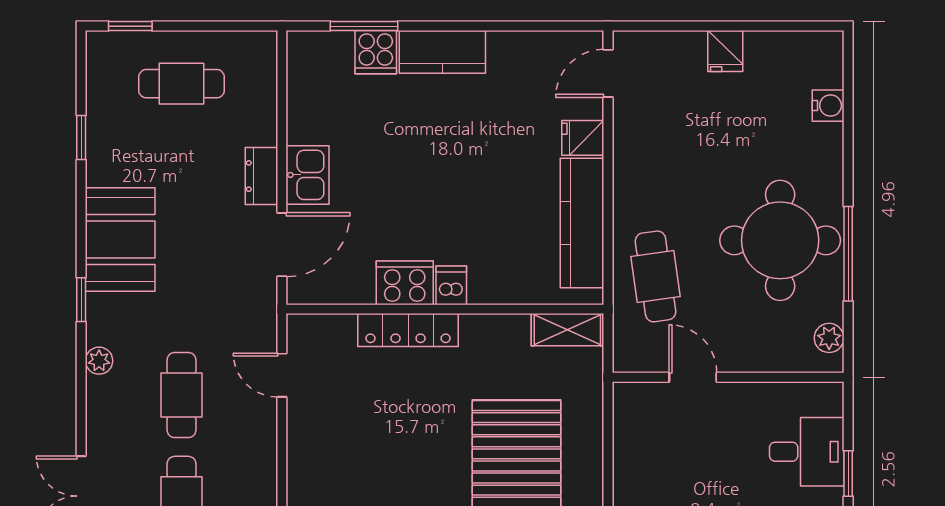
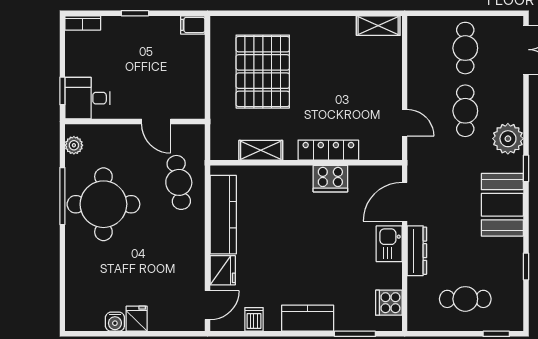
cooker: (376, 52) -> (389, 303), moved, turned -90
water cooler: (828, 106) -> (115, 322), moved, turned -90
fridge: (583, 138) -> (223, 270), width x1.38
dresser: (261, 176) -> (417, 251), width x1.44
dishwasher: (451, 285) -> (254, 319), moved, turned 180
shelving: (567, 330) -> (261, 150), moved
plant: (99, 361) -> (508, 139), width x1.87, depth x1.87
desk: (807, 452) -> (87, 98), moved
window: (848, 474) -> (62, 91), moved

